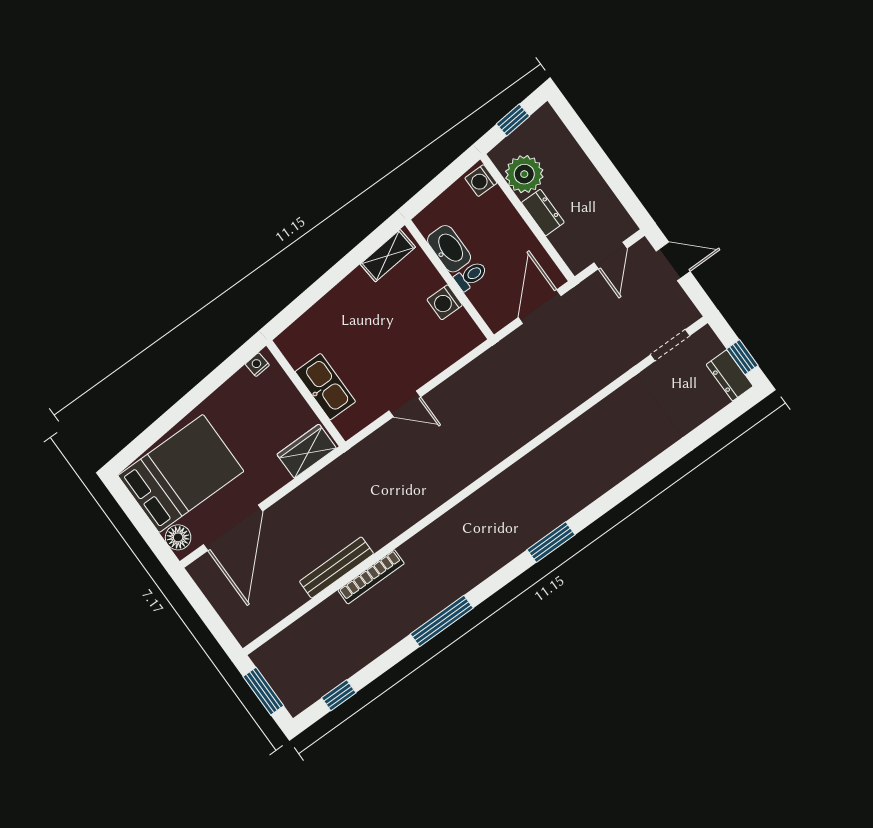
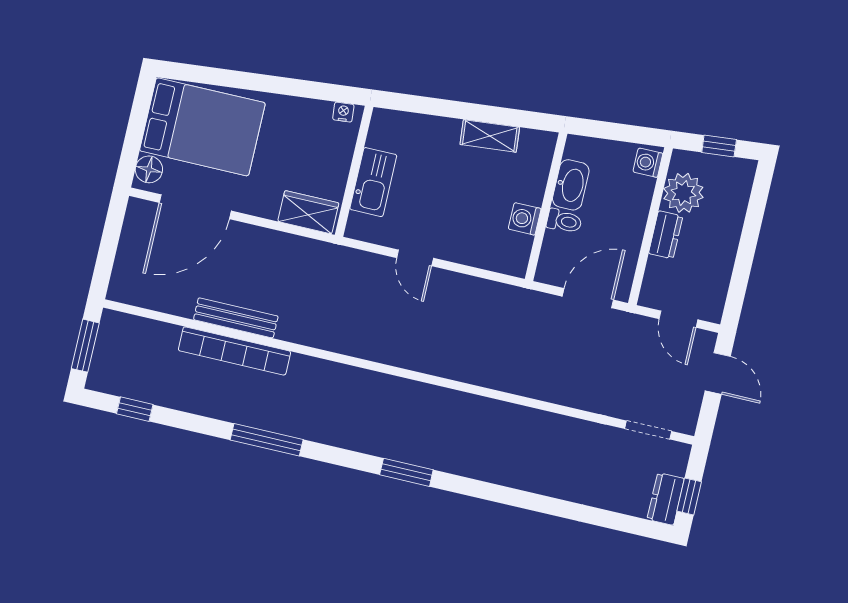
door: (610, 255) -> (678, 319), hinge flipped
shelving: (388, 256) -> (490, 136), moved
bookcase: (371, 577) -> (234, 351), width x1.48, depth x1.31

